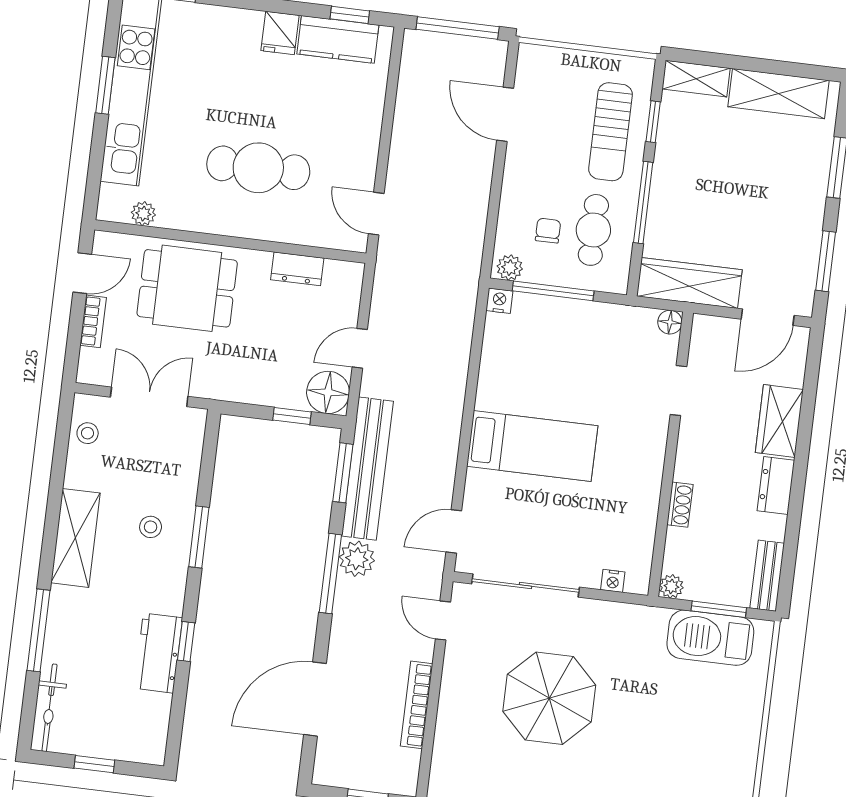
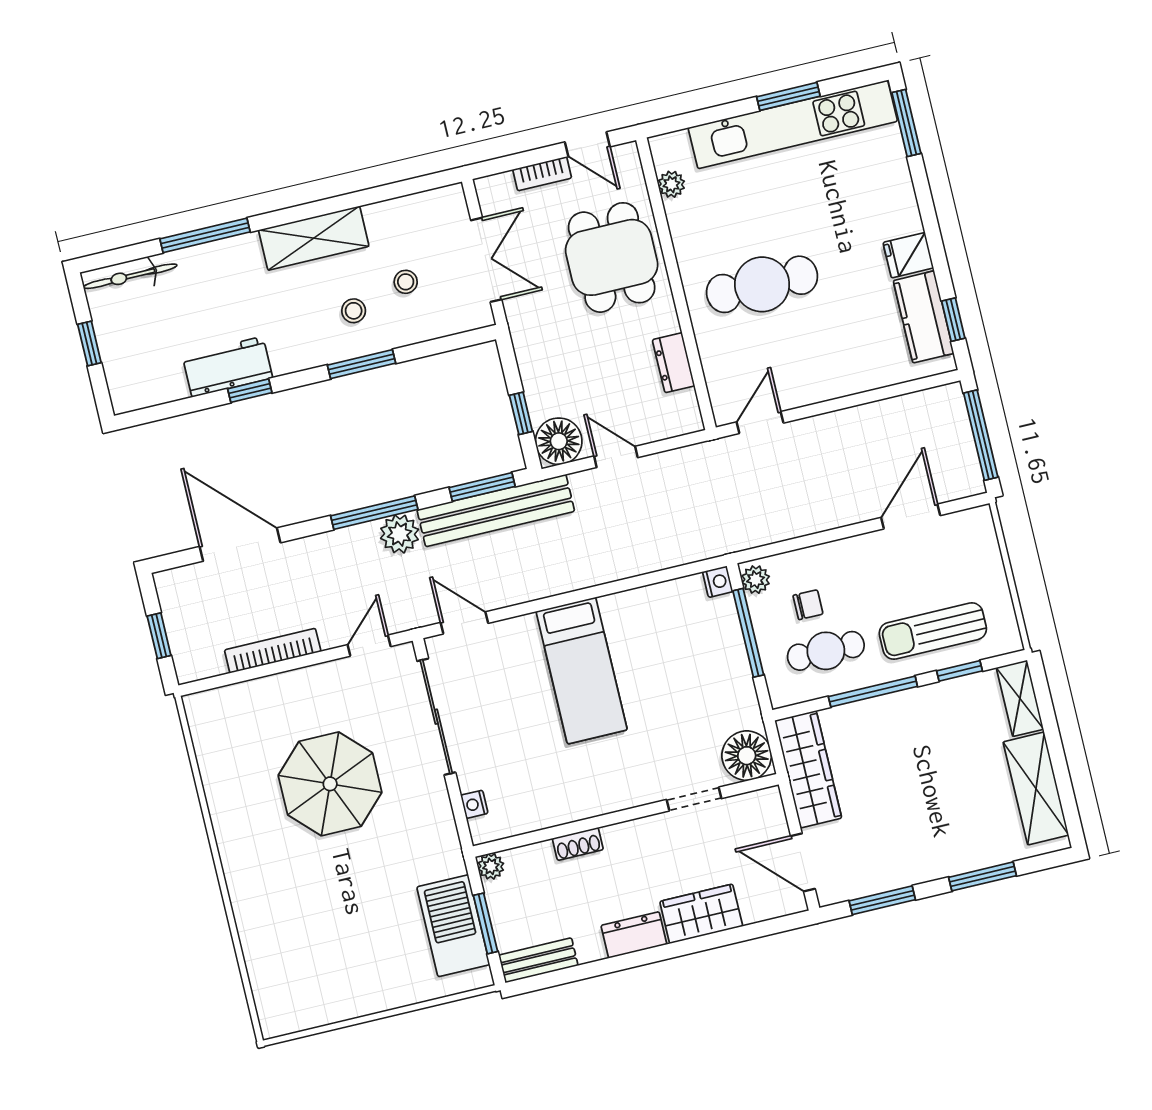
cafe table: (258, 168) -> (762, 284), turned 90
floor lamp: (670, 322) -> (747, 756), width x1.89, depth x1.89
stool: (88, 433) -> (406, 282), moved

